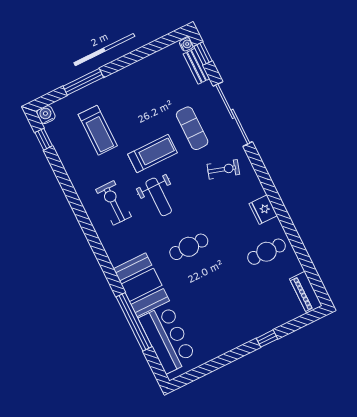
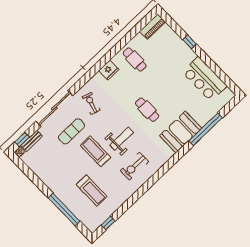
window: (83, 82) -> (64, 209), width x1.46
water cooler: (46, 115) -> (92, 226), removed
treadmill: (98, 130) -> (92, 191), turned 90
bar counter: (167, 339) -> (204, 79), moved, turned -90

